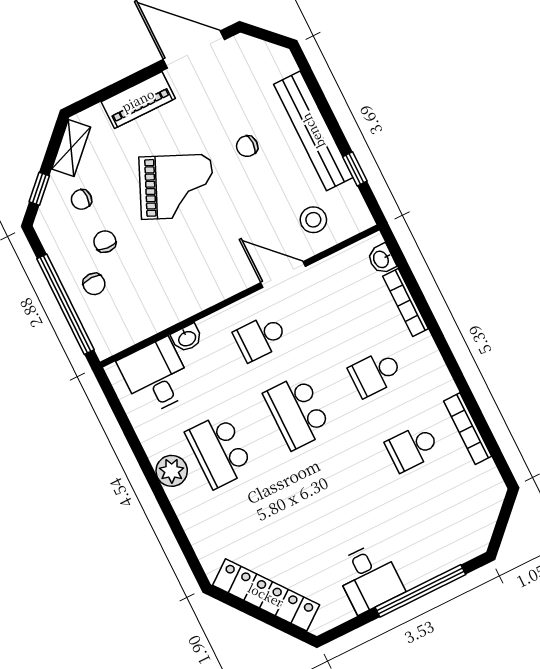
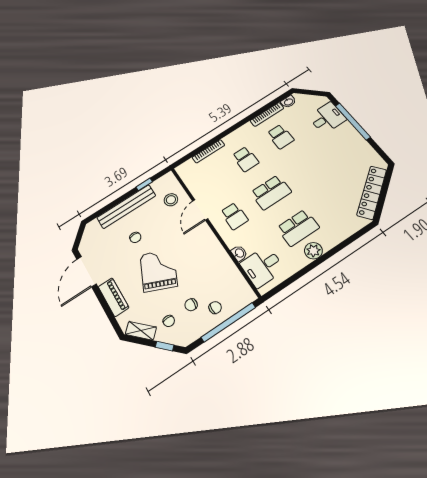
washbasin: (381, 259) -> (288, 102), moved
desk: (369, 578) -> (327, 118), moved

